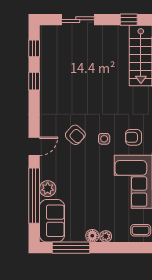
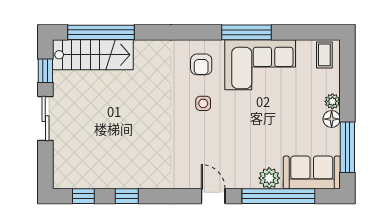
sliding door: (78, 20) -> (45, 119), moved
armchair: (75, 135) -> (198, 141), removed

